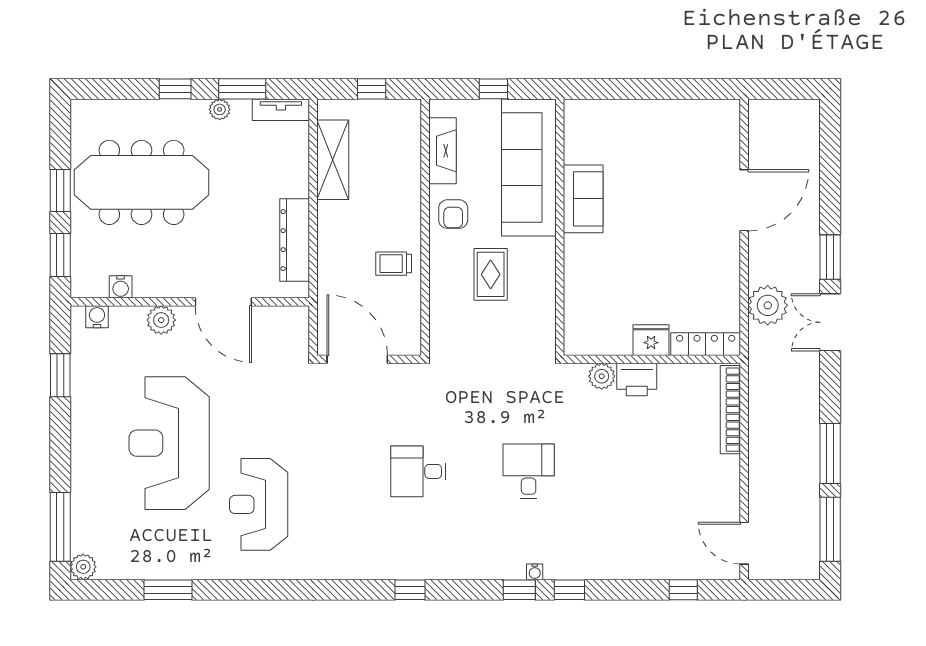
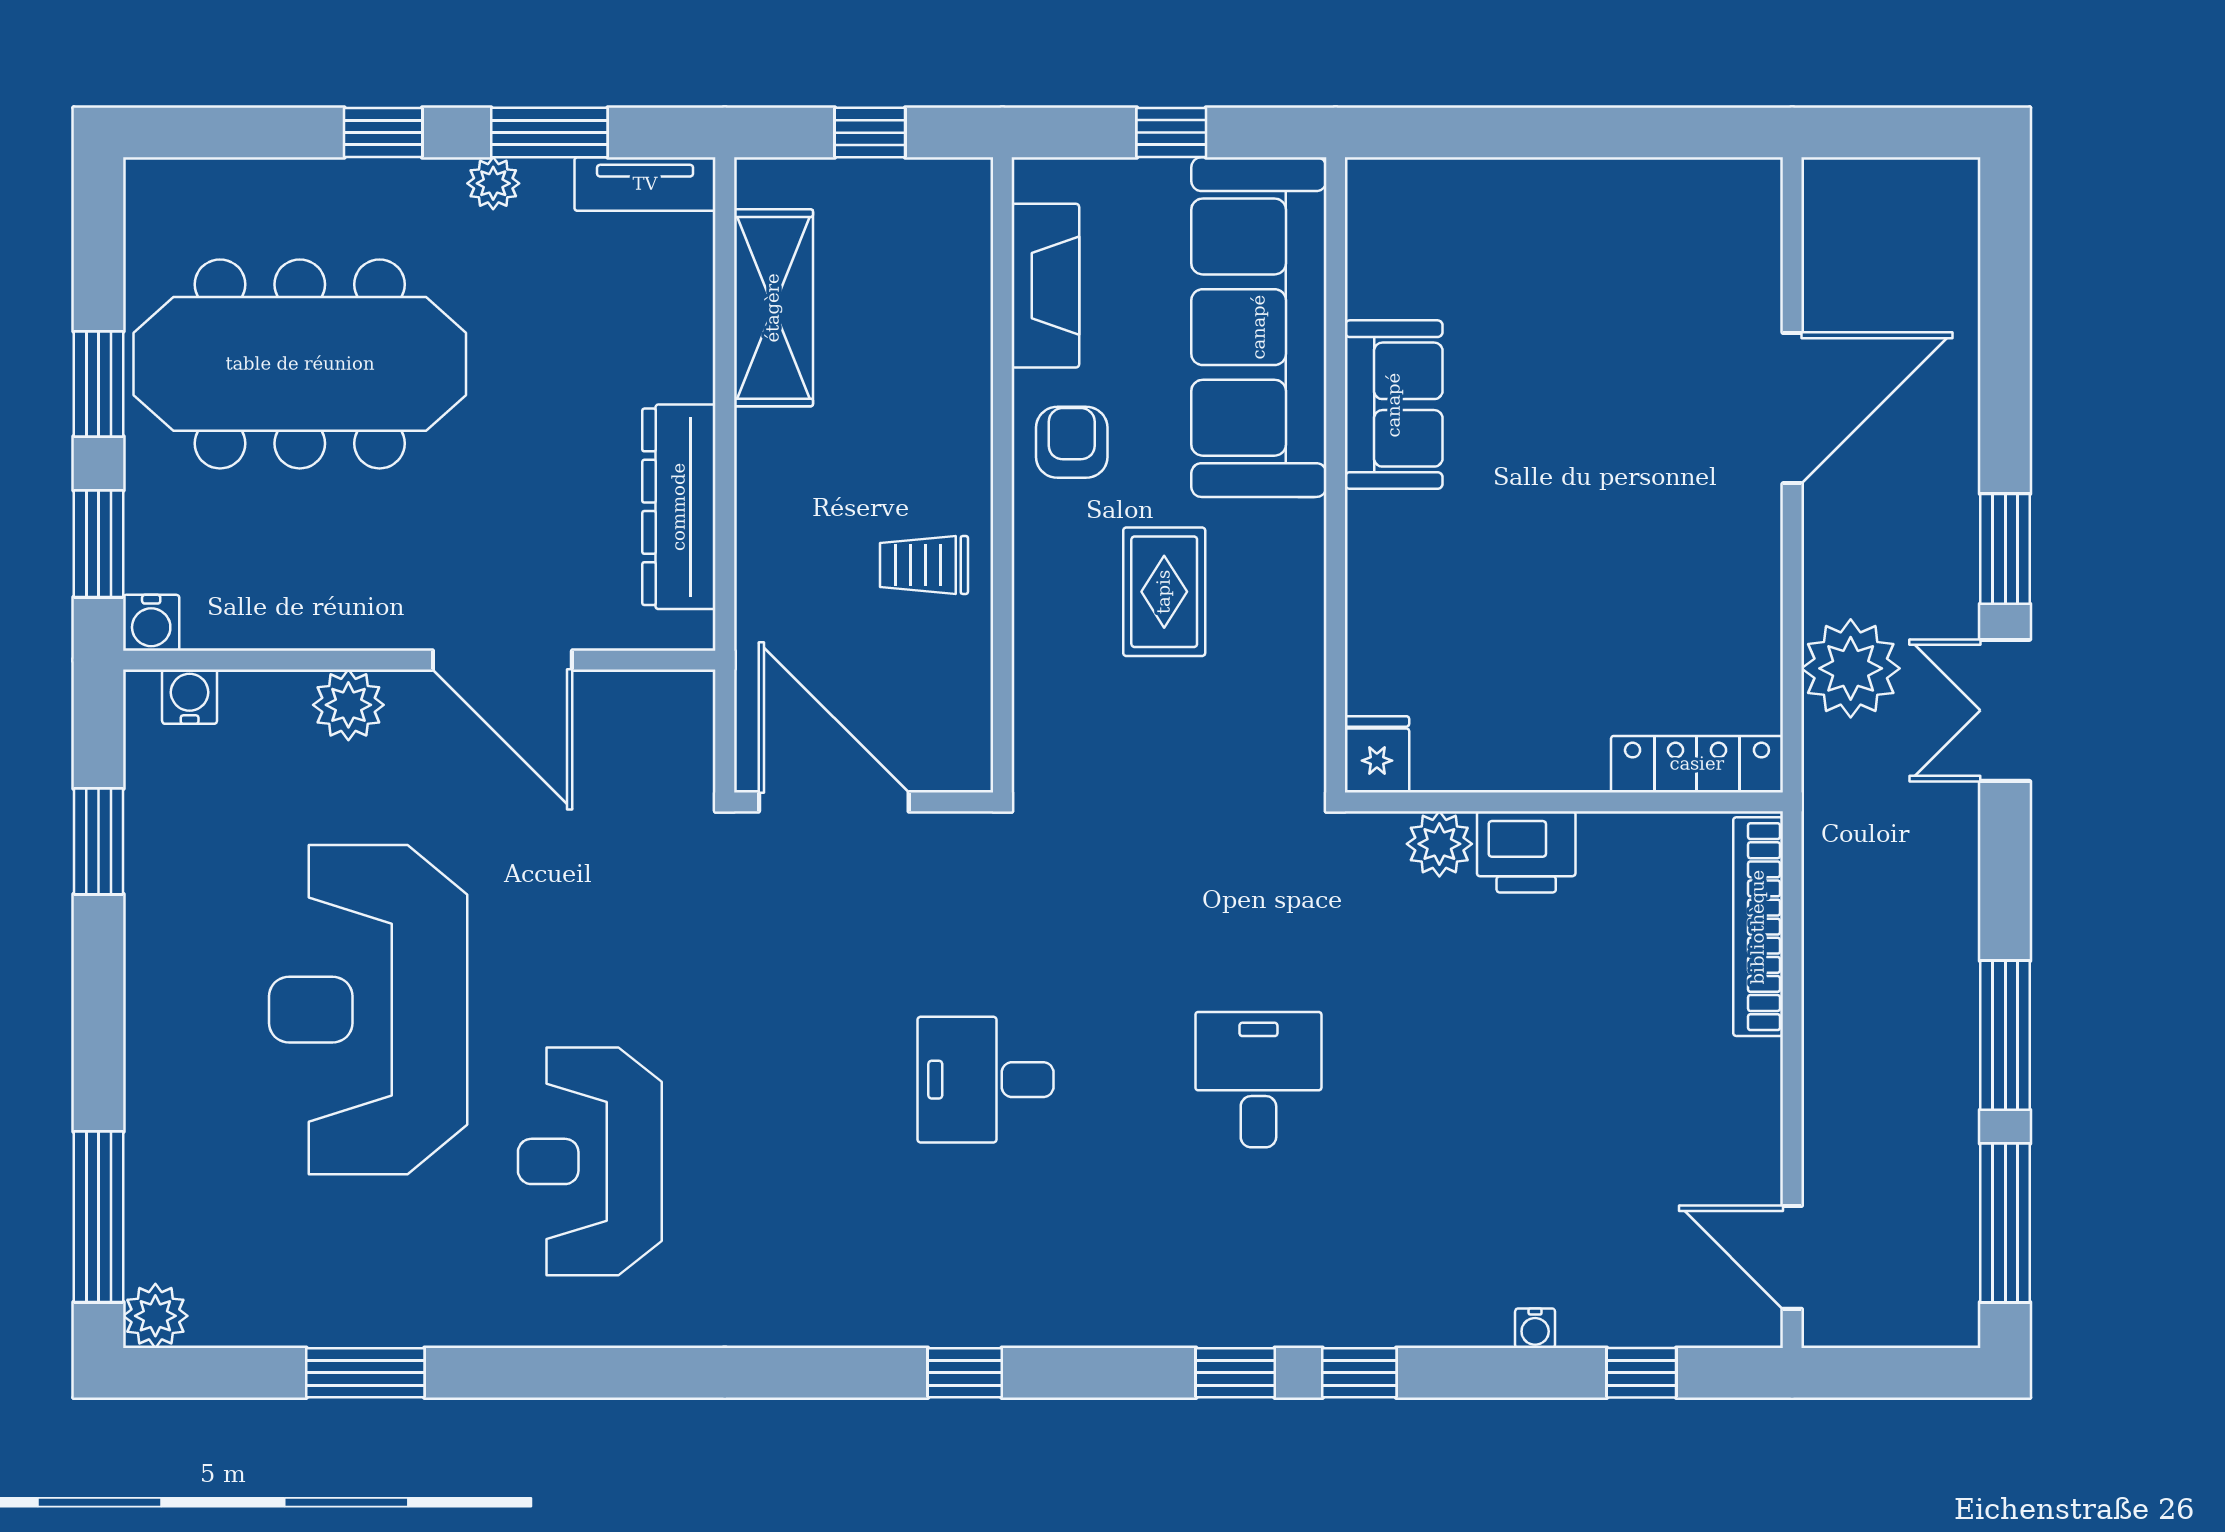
armchair: (453, 214) -> (1072, 442), turned 180
water cooler: (121, 287) -> (151, 623), moved
fridge: (651, 340) -> (1377, 754), moved, width x0.72
water cooler: (535, 572) -> (1535, 1328), moved

